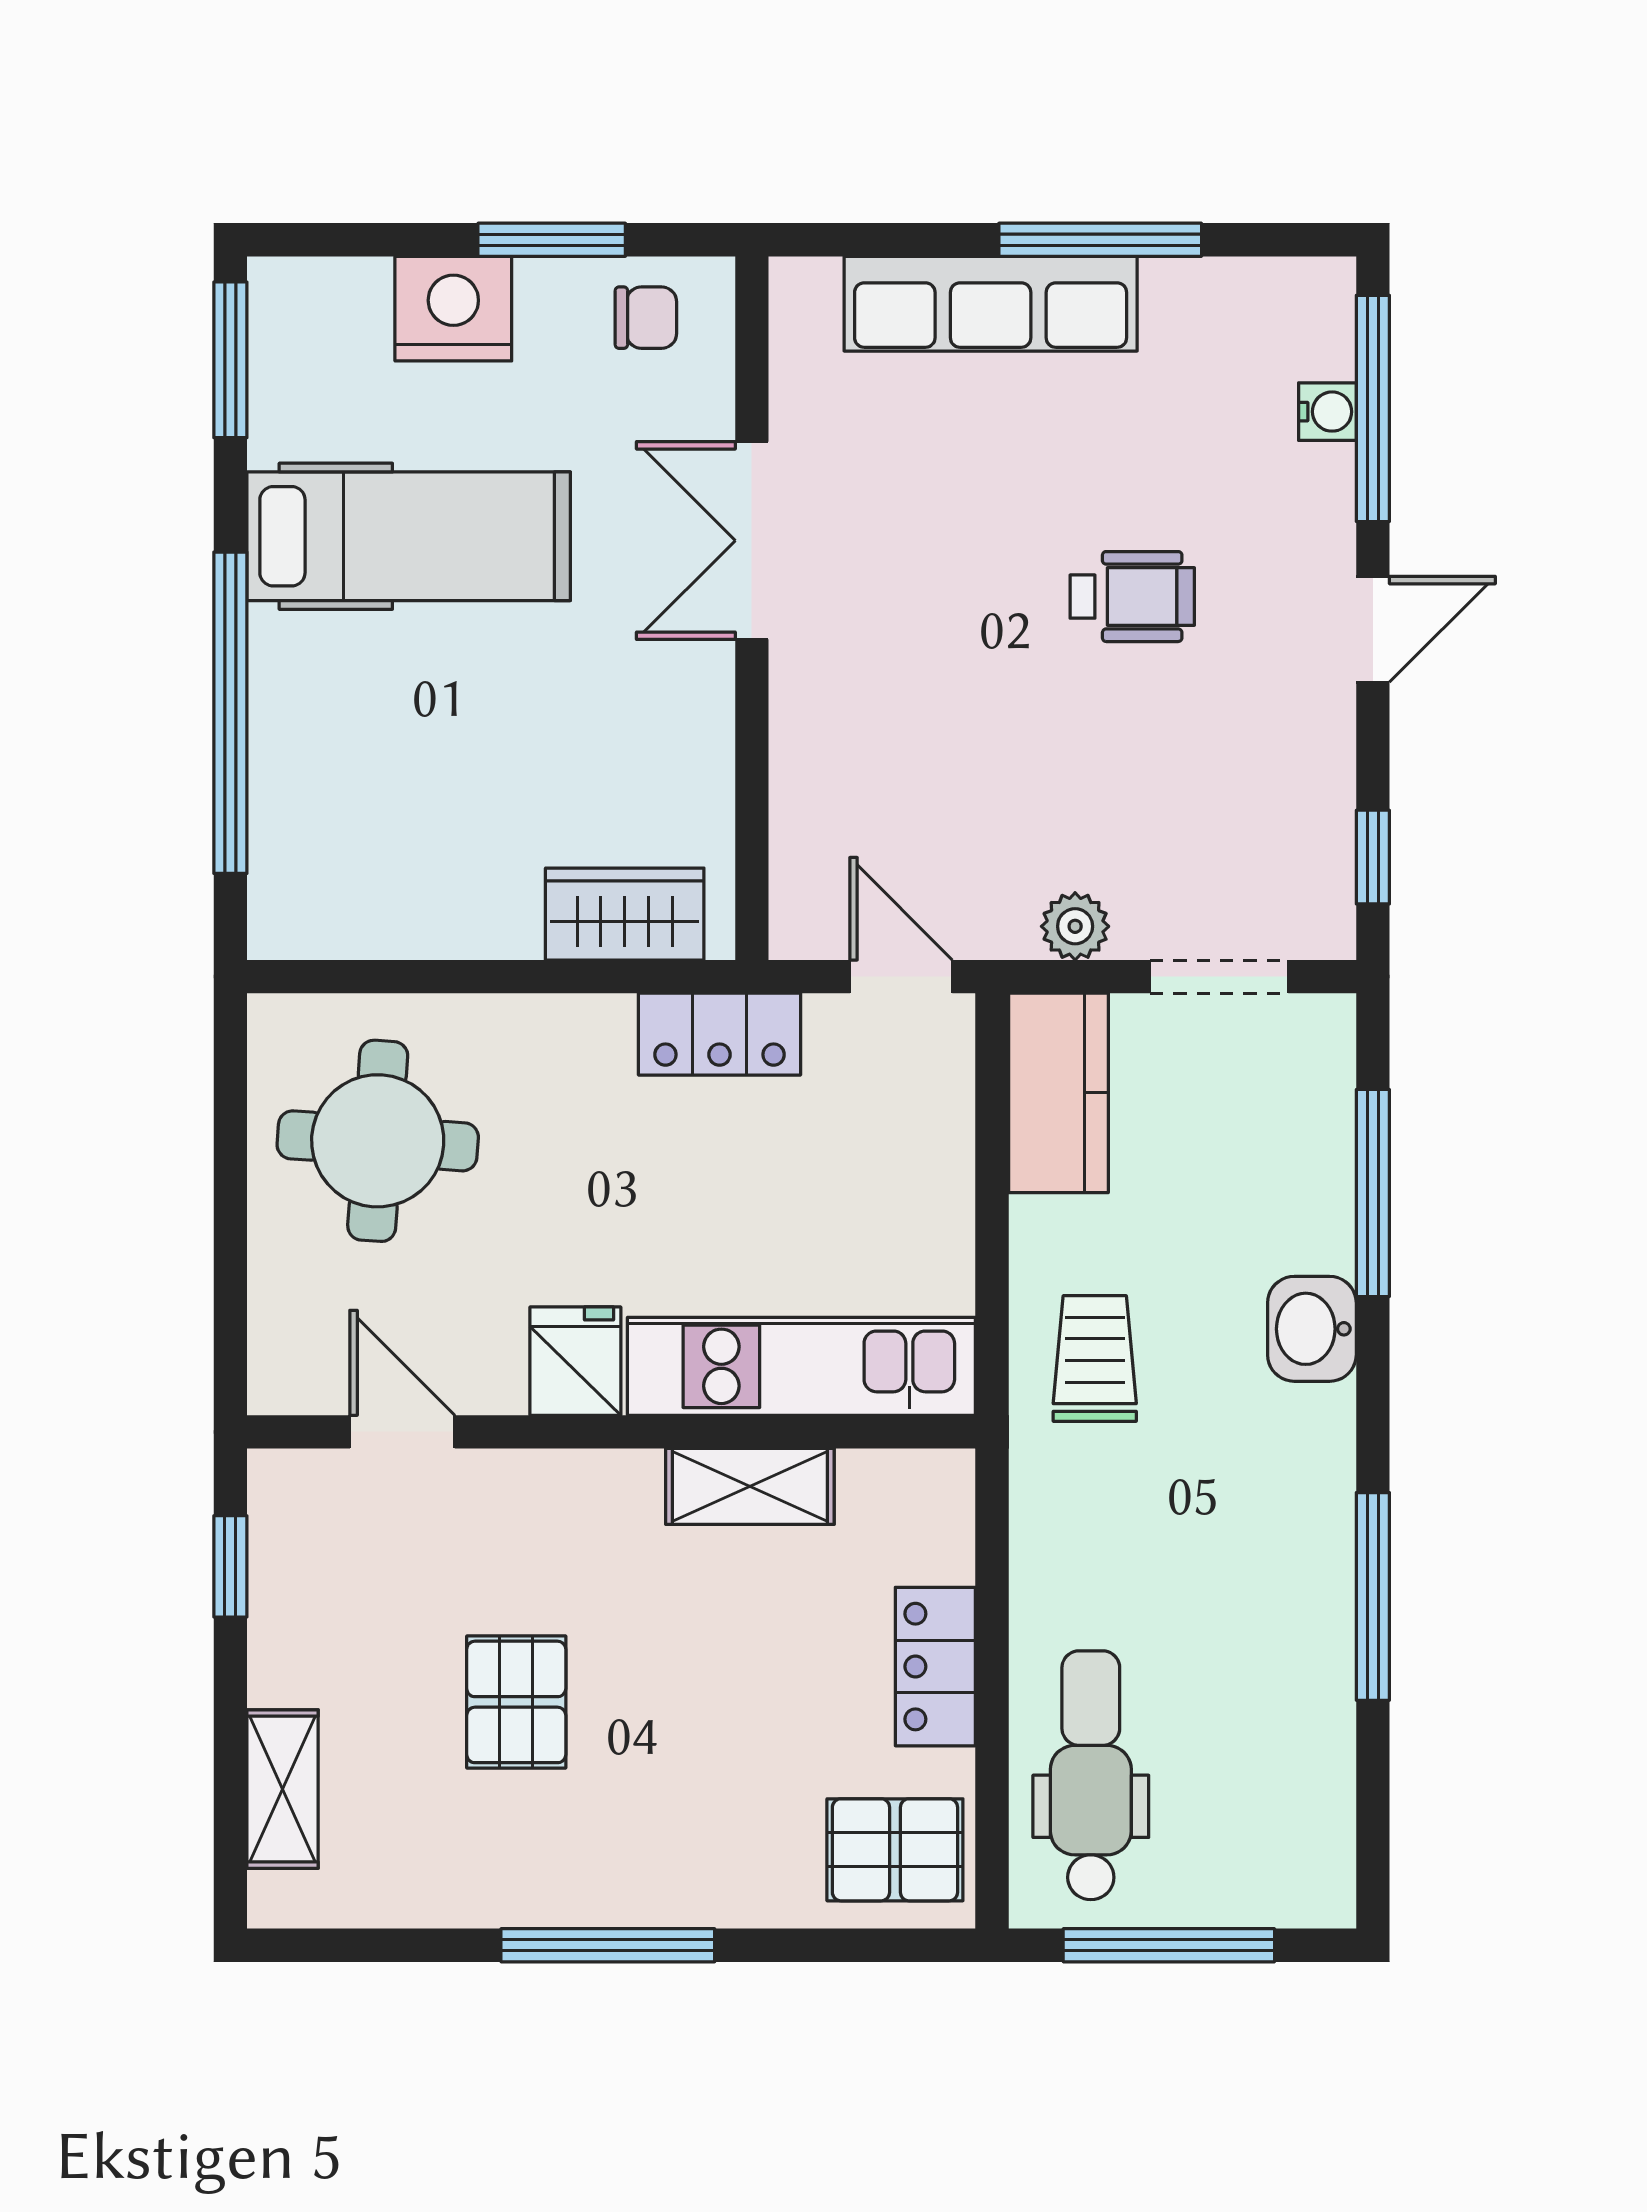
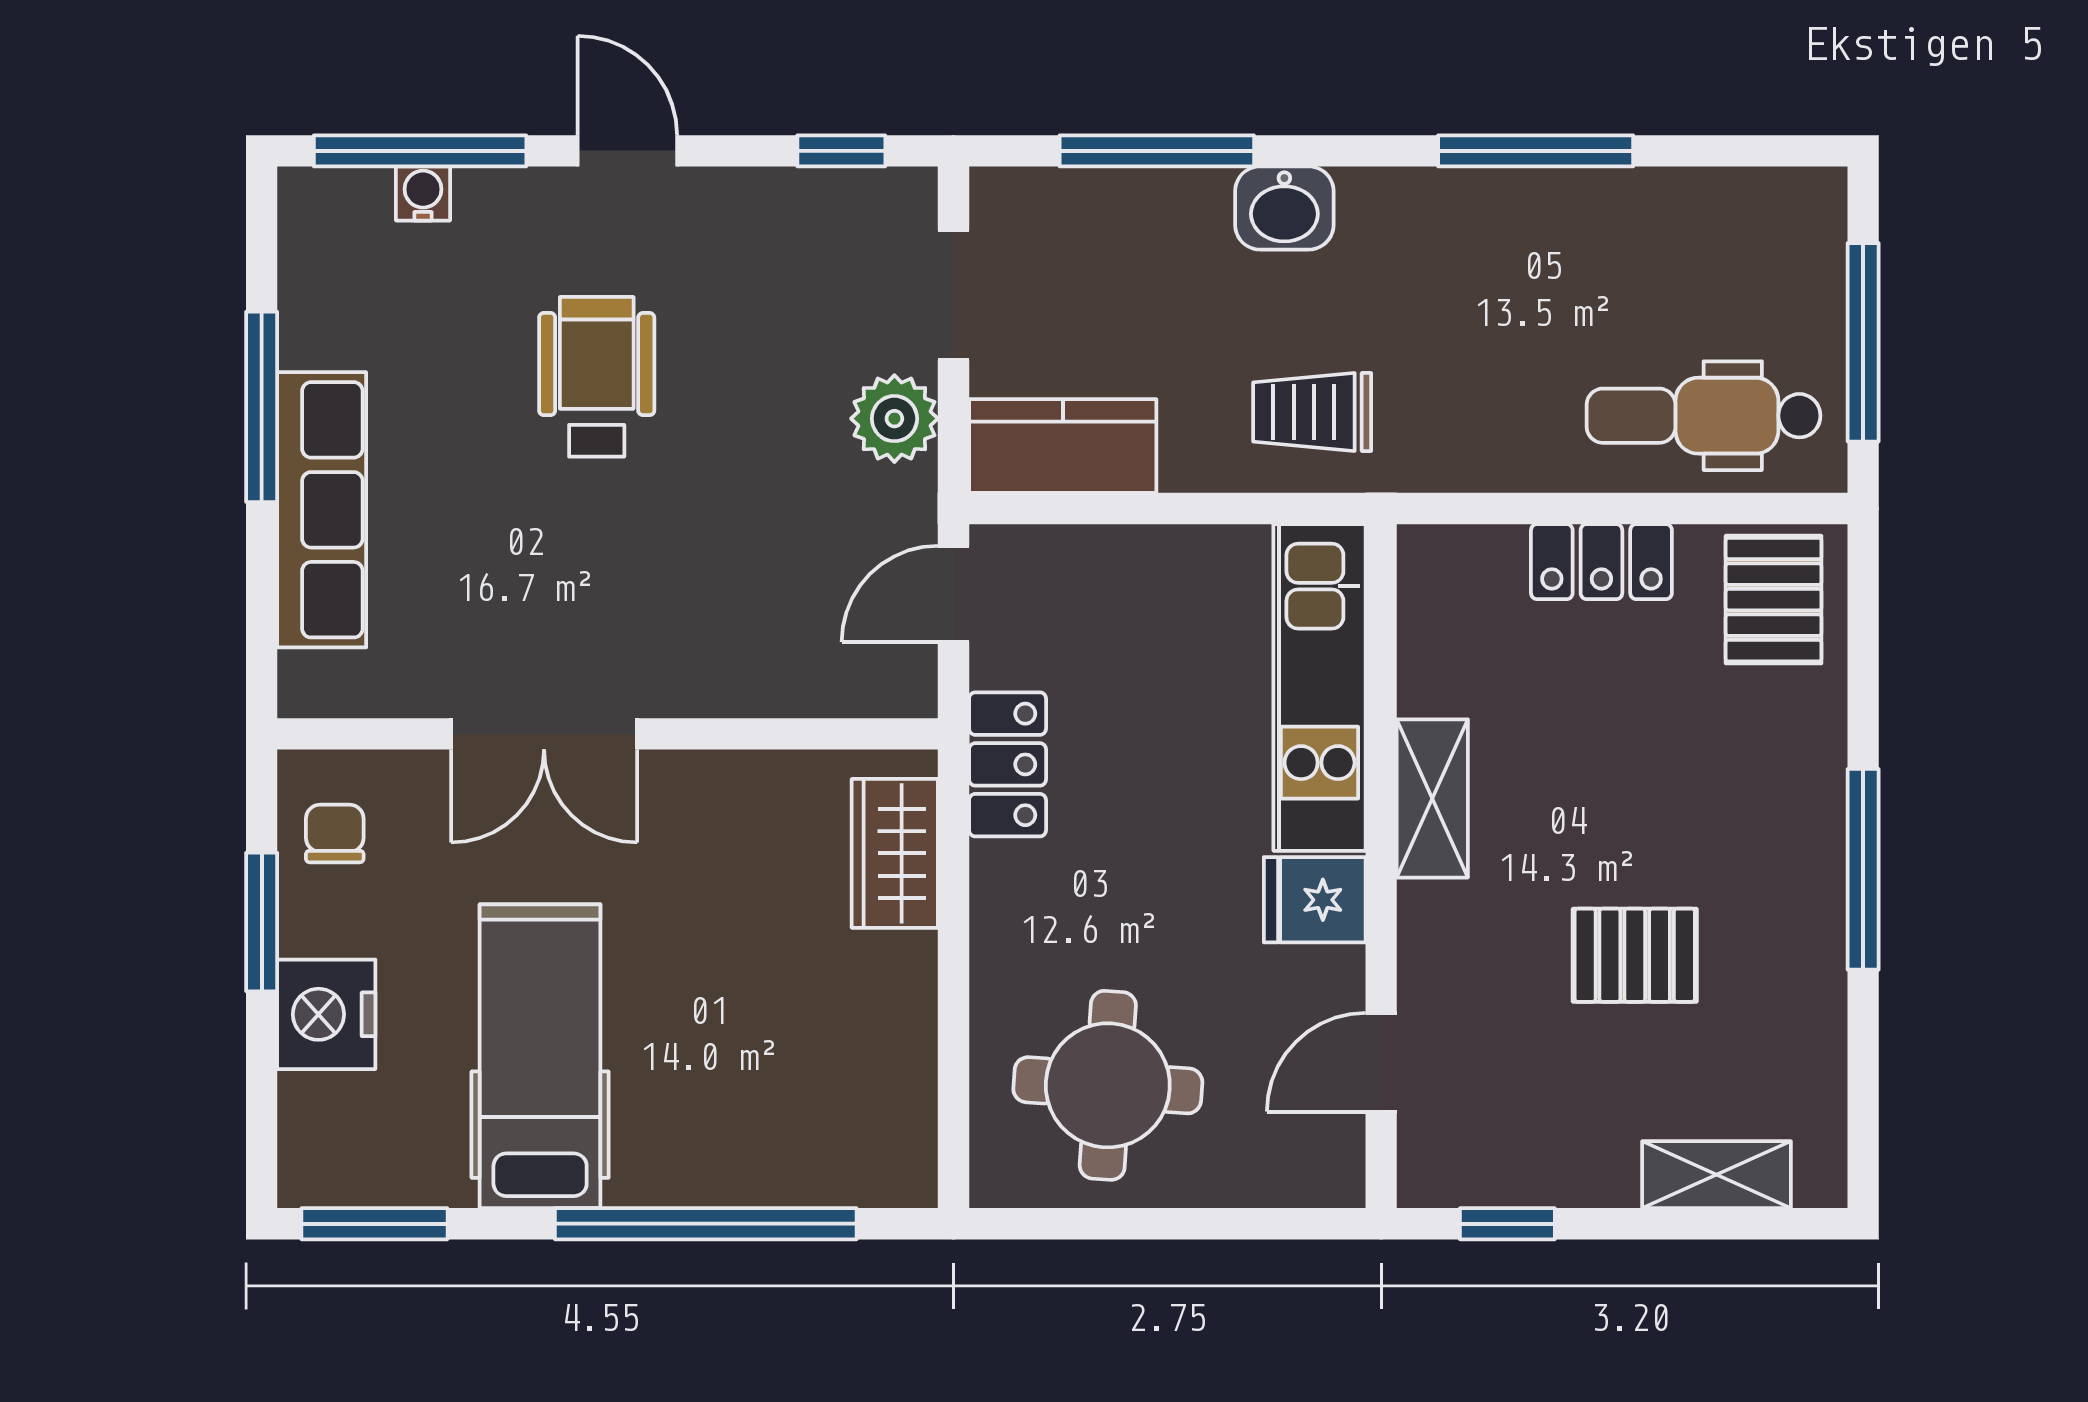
wheelchair: (1132, 597) -> (597, 377), width x1.36, depth x1.37
plant: (1075, 926) -> (894, 419), width x1.38, depth x1.38
shelving: (750, 1486) -> (1432, 798), moved

